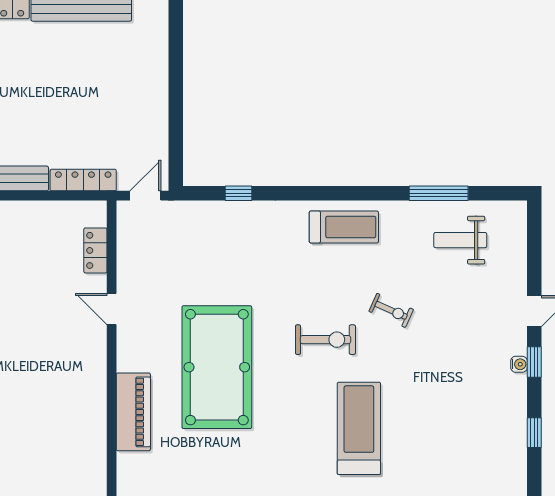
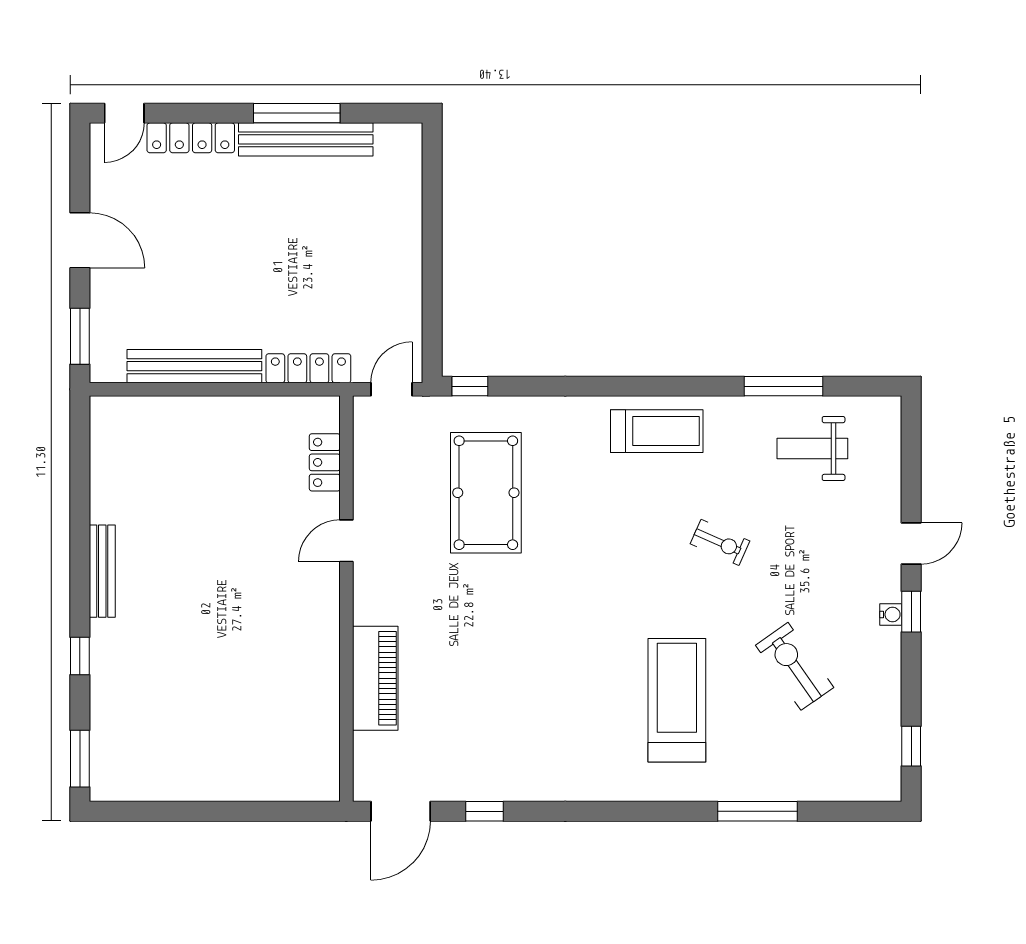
window: (238, 193) -> (470, 386), moved
door: (112, 309) -> (346, 541), hinge flipped
exercise bike: (325, 340) -> (795, 666), moved, turned -125
pool table: (217, 367) -> (486, 493), moved, width x0.73, depth x0.76
window: (534, 433) -> (911, 746), moved

